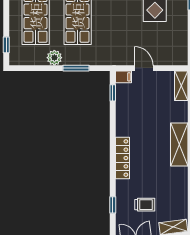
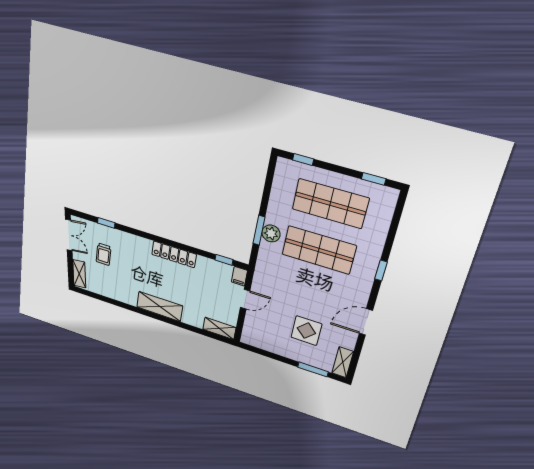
plant: (54, 58) -> (271, 233), moved
locker: (122, 158) -> (174, 254), moved

